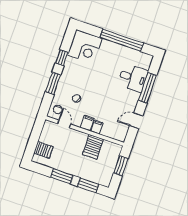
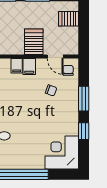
server rack: (93, 147) -> (34, 42), moved

